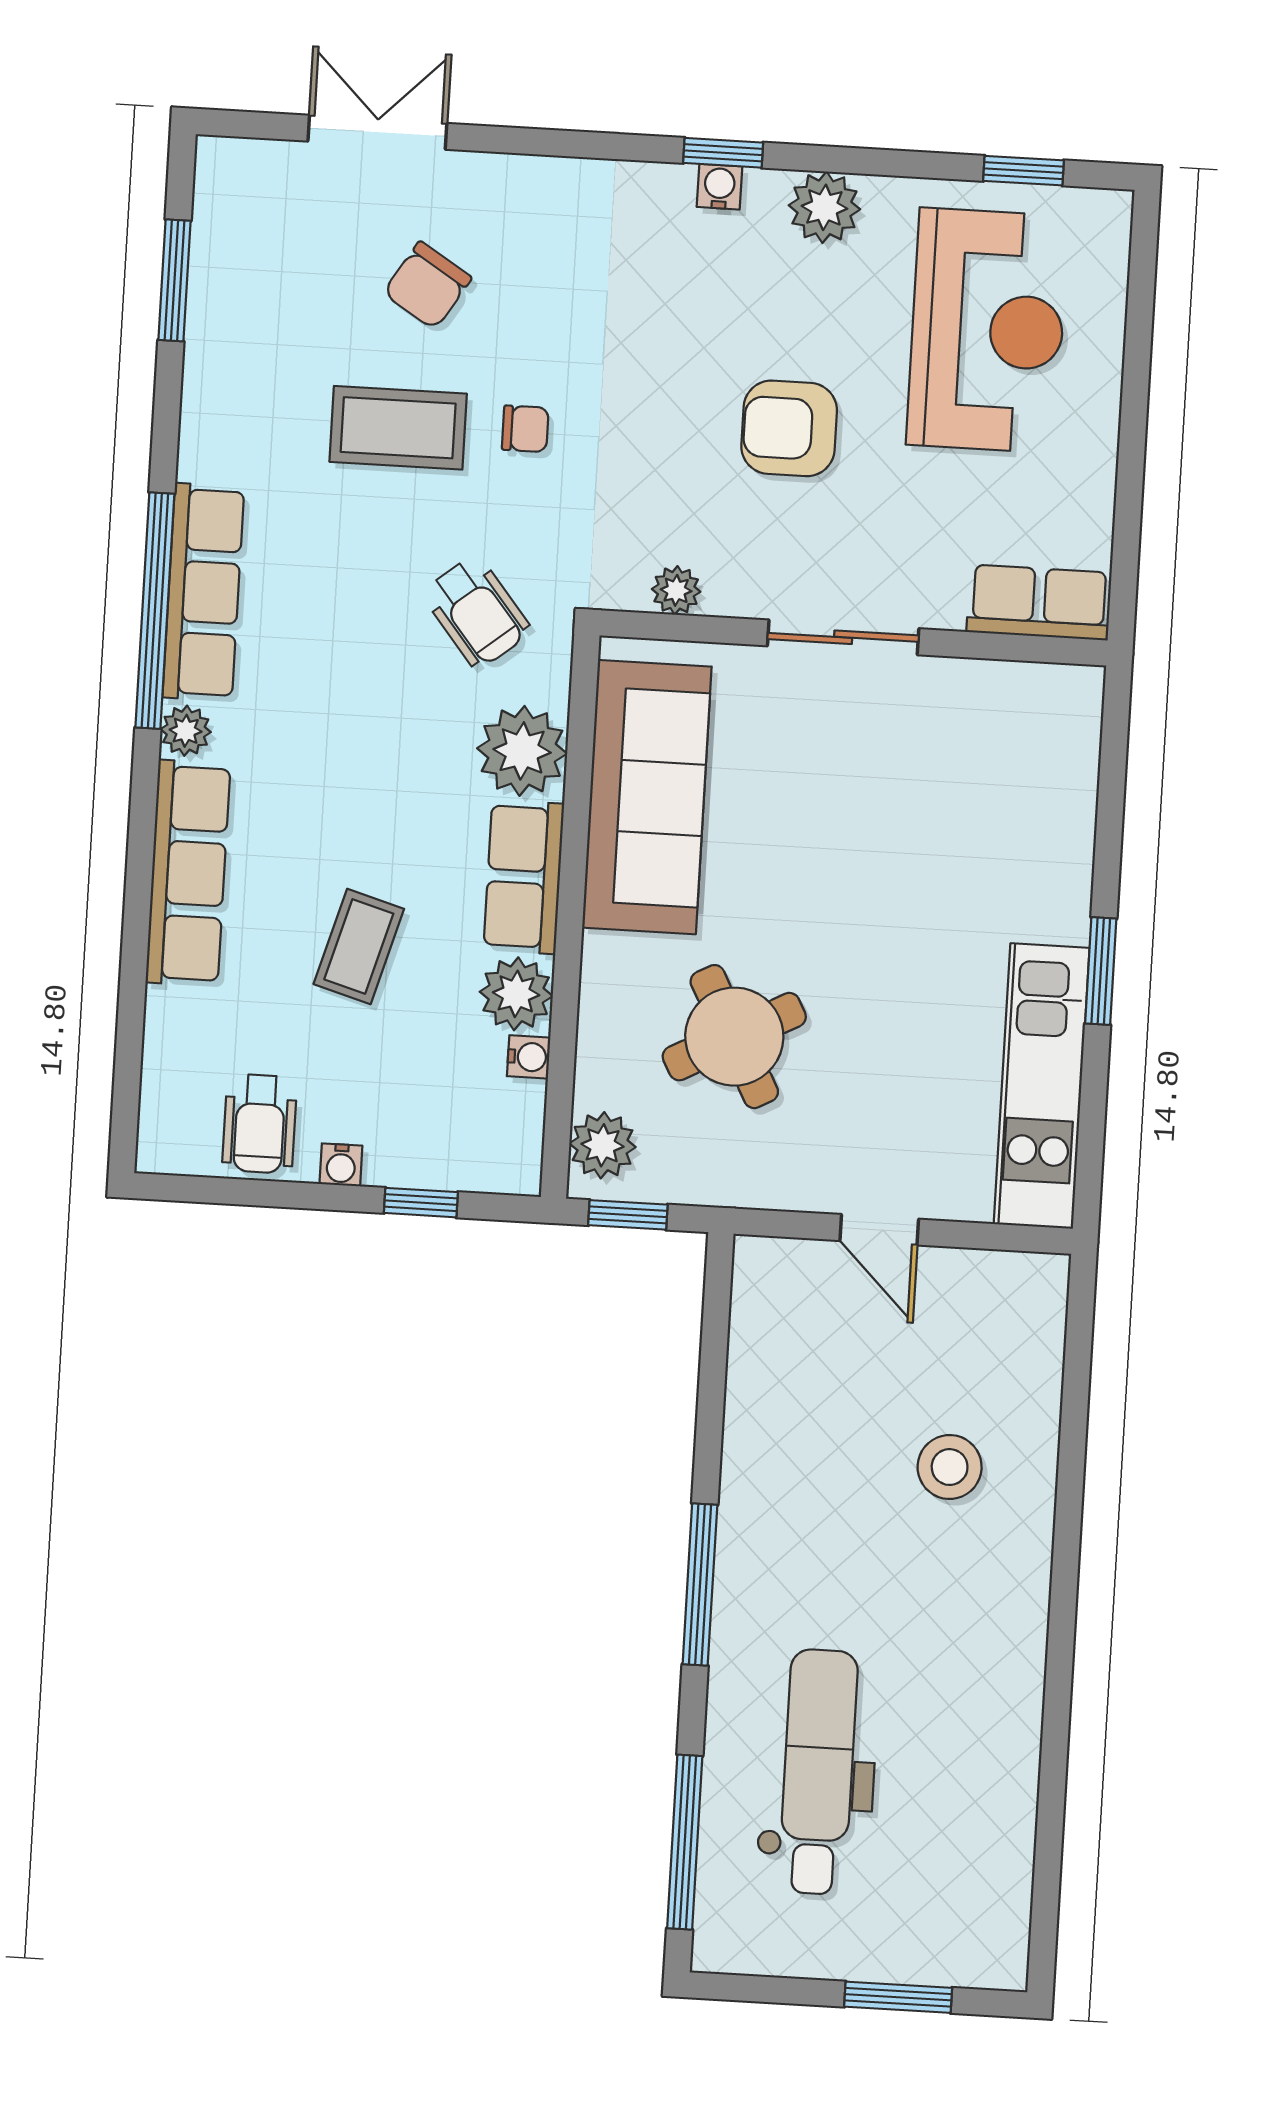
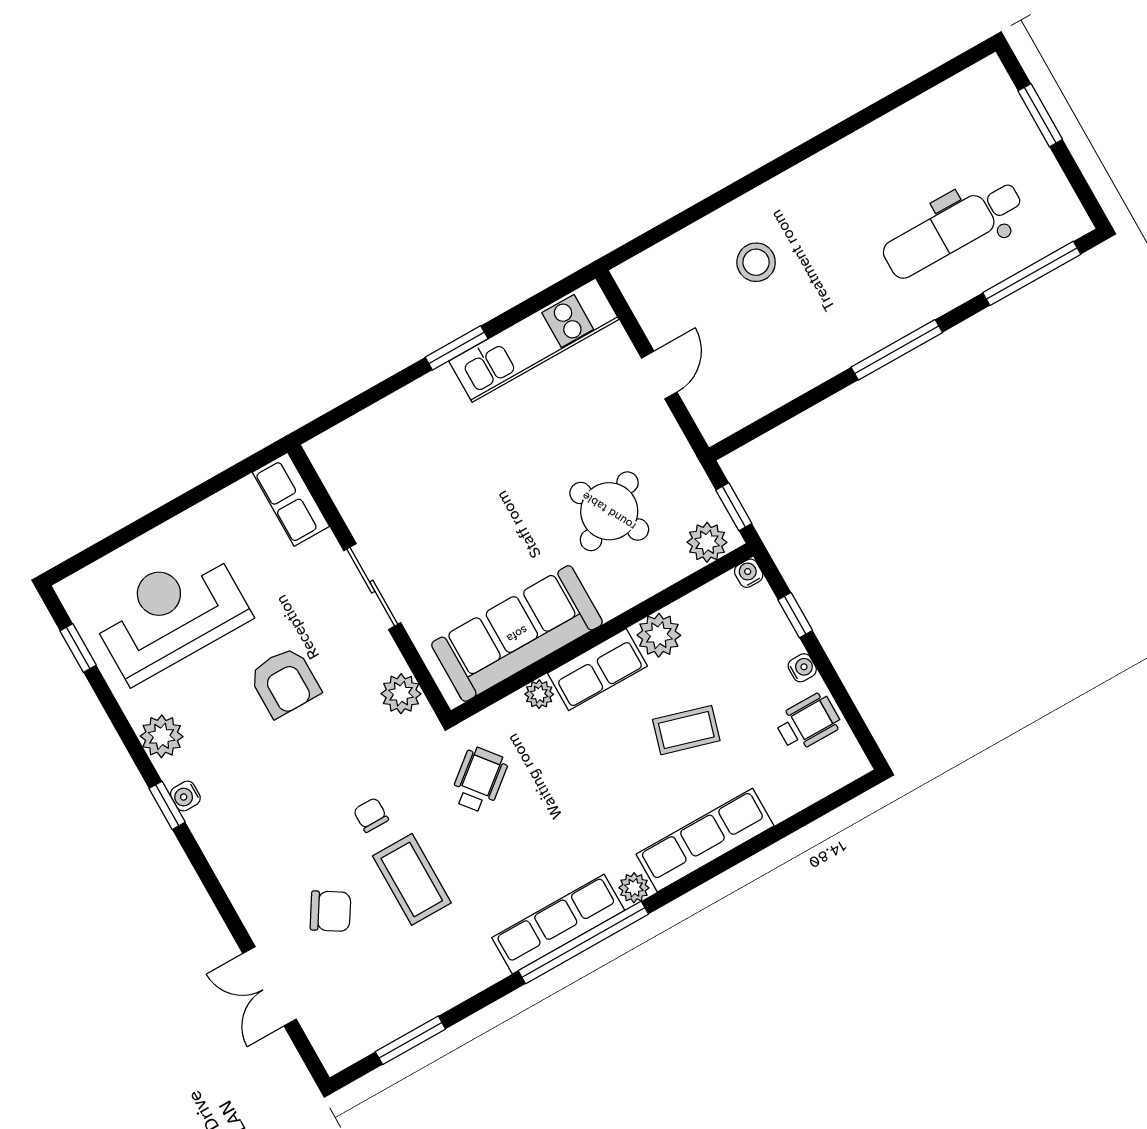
plant: (676, 590) -> (401, 694), width x1.38, depth x1.38
plant: (522, 751) -> (539, 694), width x0.53, depth x0.53
water cooler: (529, 1057) -> (749, 573), moved

